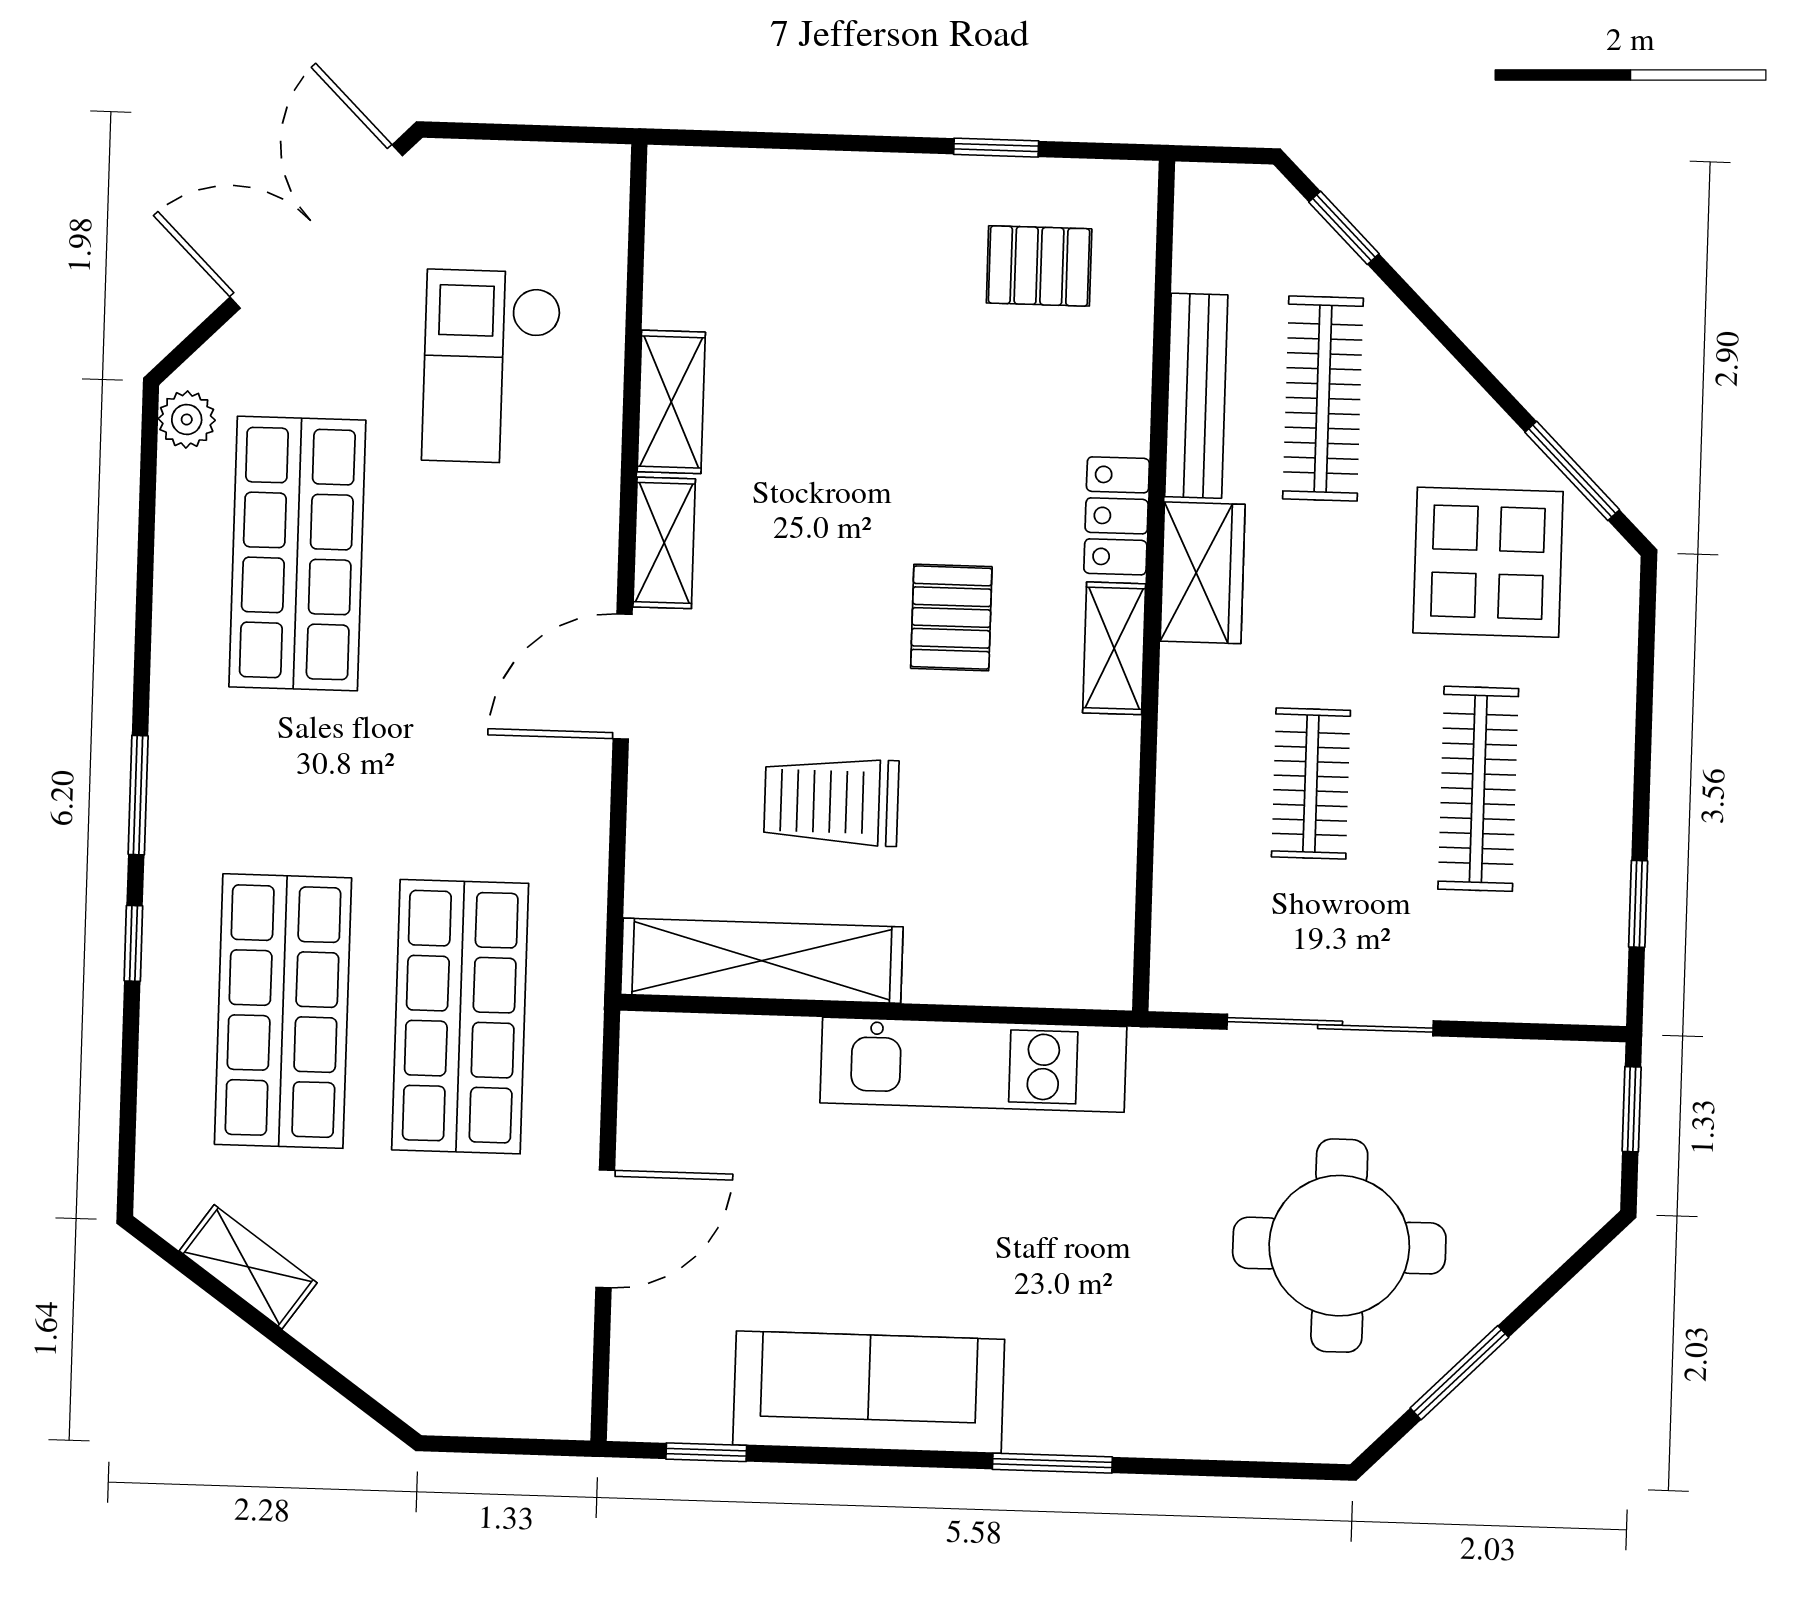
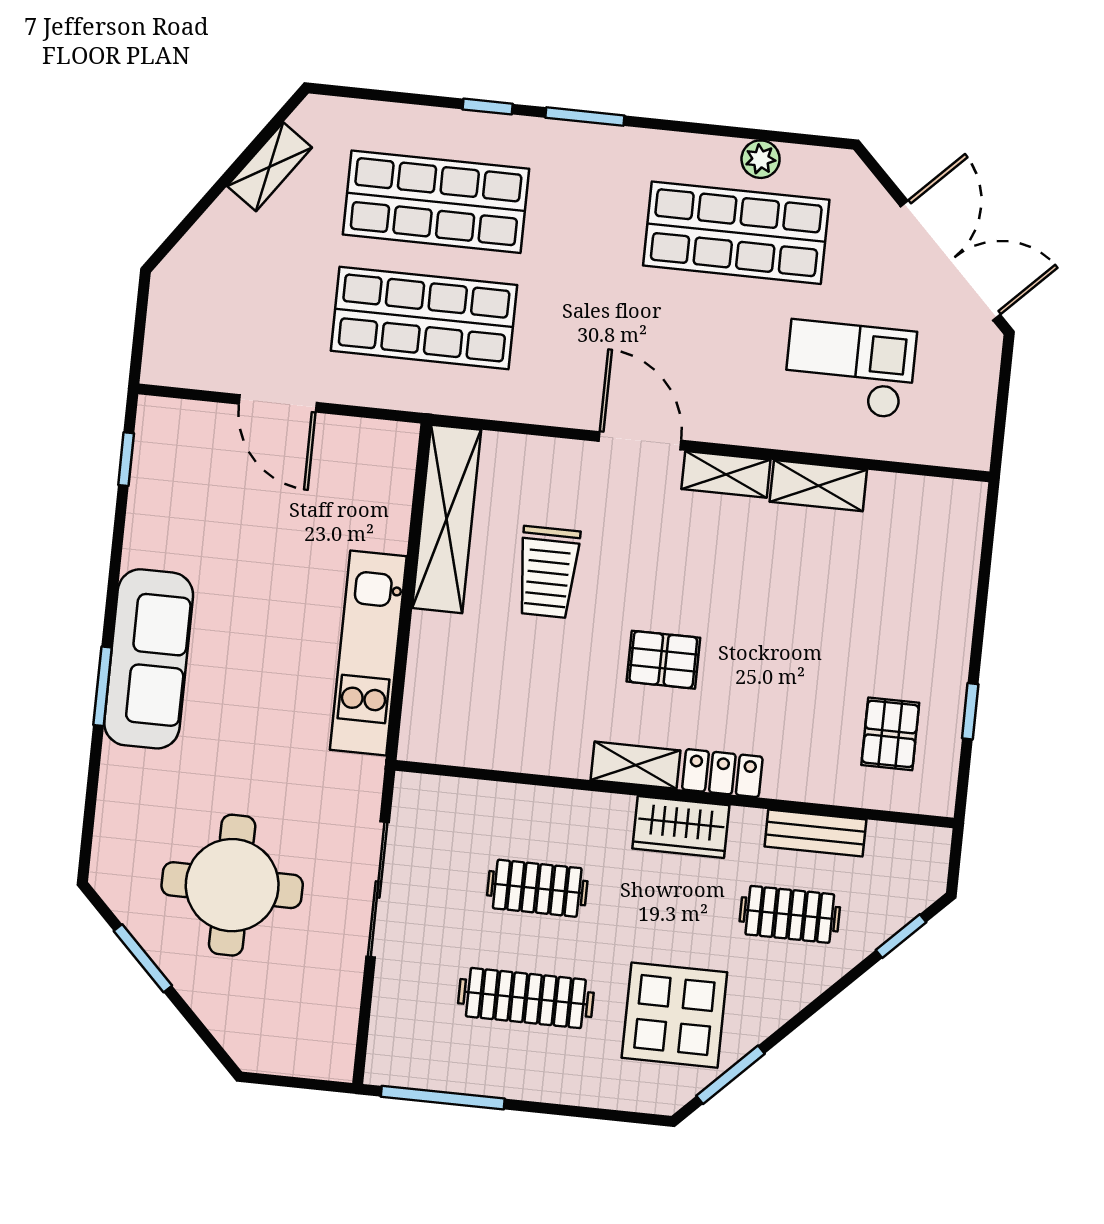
bench: (1196, 396) -> (815, 833), width x0.73
clothes rail: (1323, 399) -> (790, 914), width x0.73
plant: (187, 419) -> (761, 159), moved
trolley: (831, 802) -> (548, 572), turned 180
window: (1638, 904) -> (443, 1098), width x2.17
window: (1632, 1109) -> (308, 1084), removed
sofa: (869, 1392) -> (149, 659), moved

